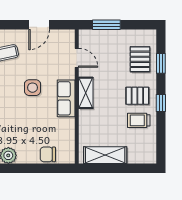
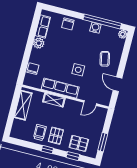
window: (106, 25) -> (103, 142), moved
shelving: (86, 93) -> (54, 100), moved
row of seats: (66, 98) -> (60, 88), width x1.48

